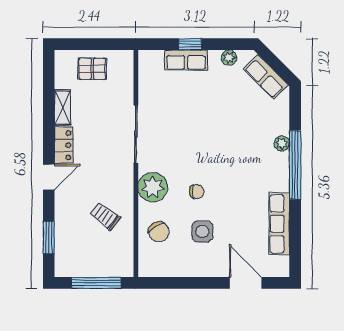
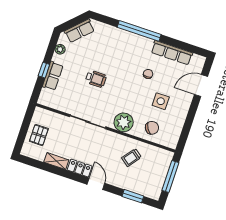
wheelchair: (203, 125) -> (96, 79), added
plant: (282, 143) -> (123, 35), removed
chair: (197, 192) -> (148, 74), moved

